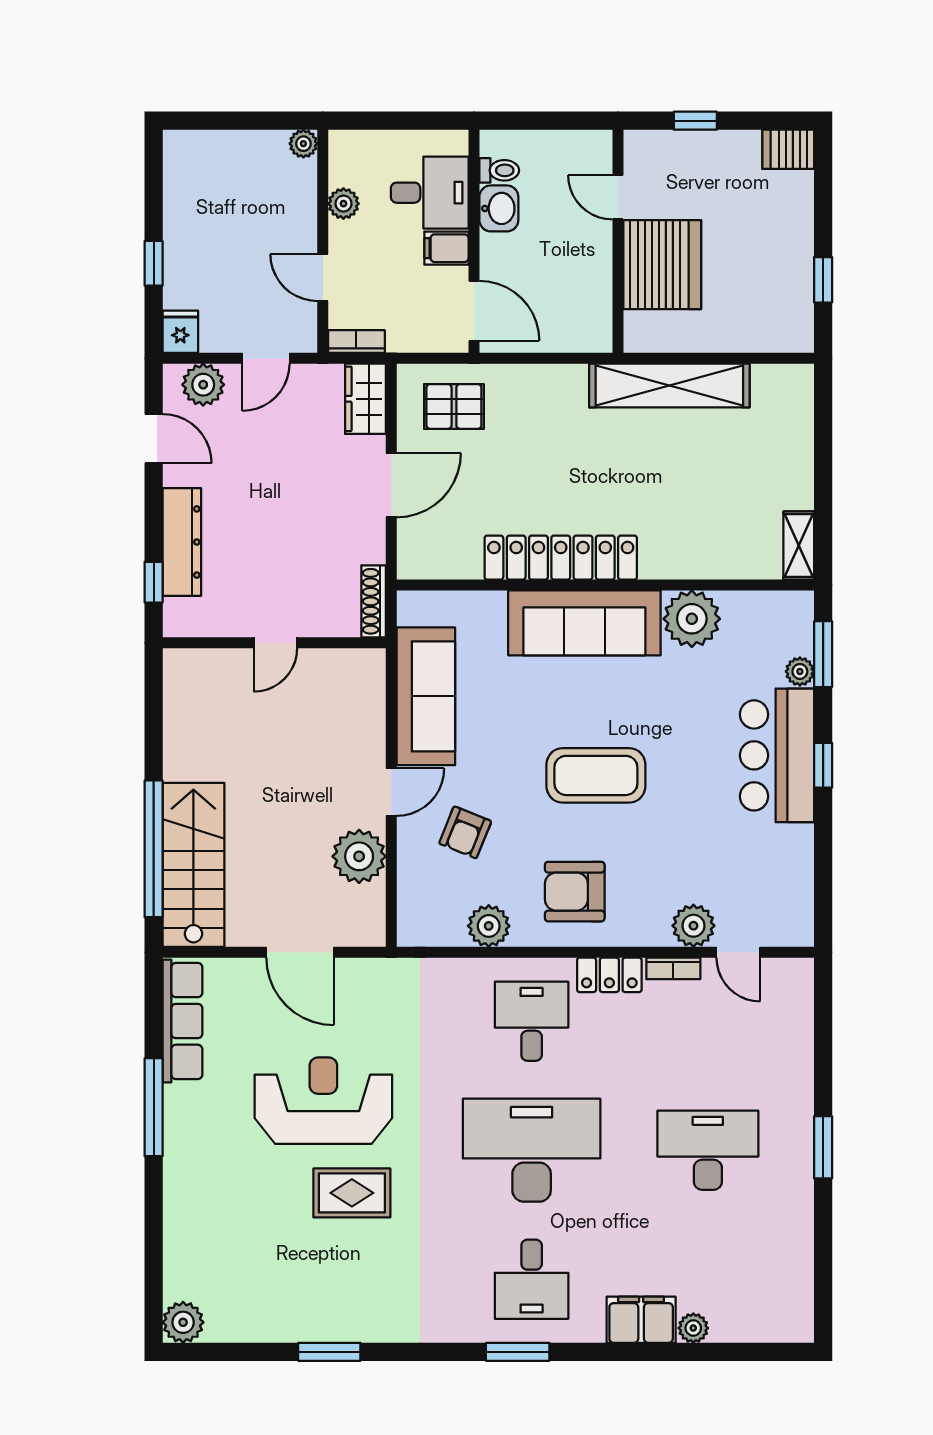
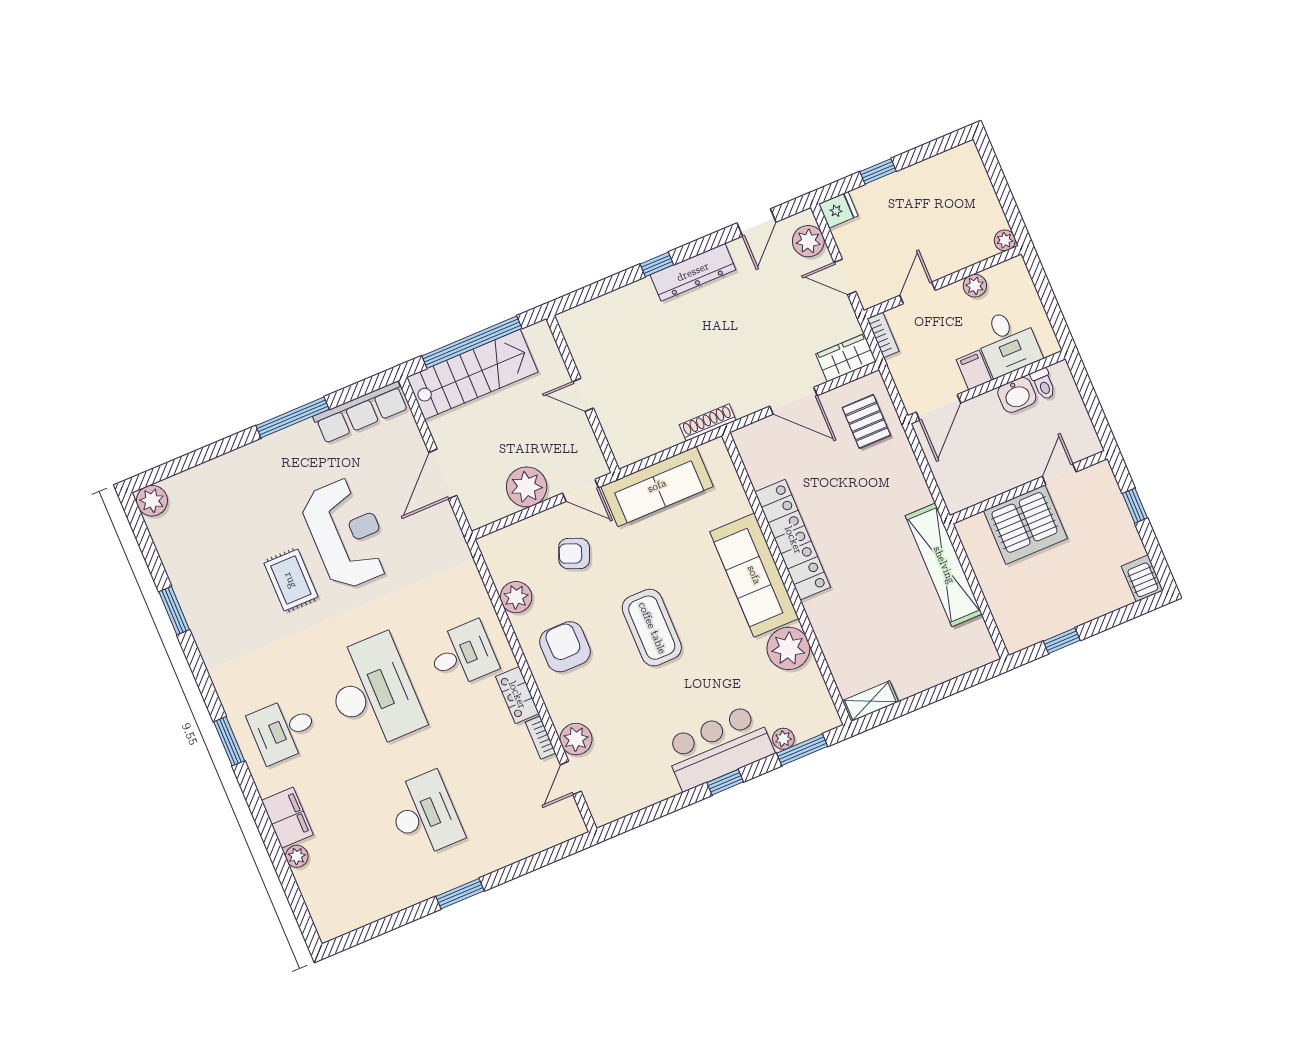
wall: (274, 643) -> (583, 394), moved
door: (275, 643) -> (583, 395), moved

